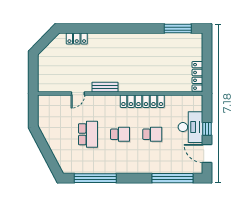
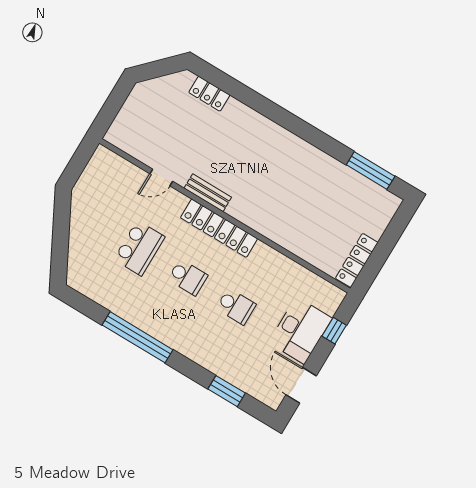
locker: (142, 101) -> (219, 228), moved
window: (207, 129) -> (334, 331), moved
window: (95, 178) -> (138, 337), moved
window: (172, 178) -> (227, 391), width x0.47

